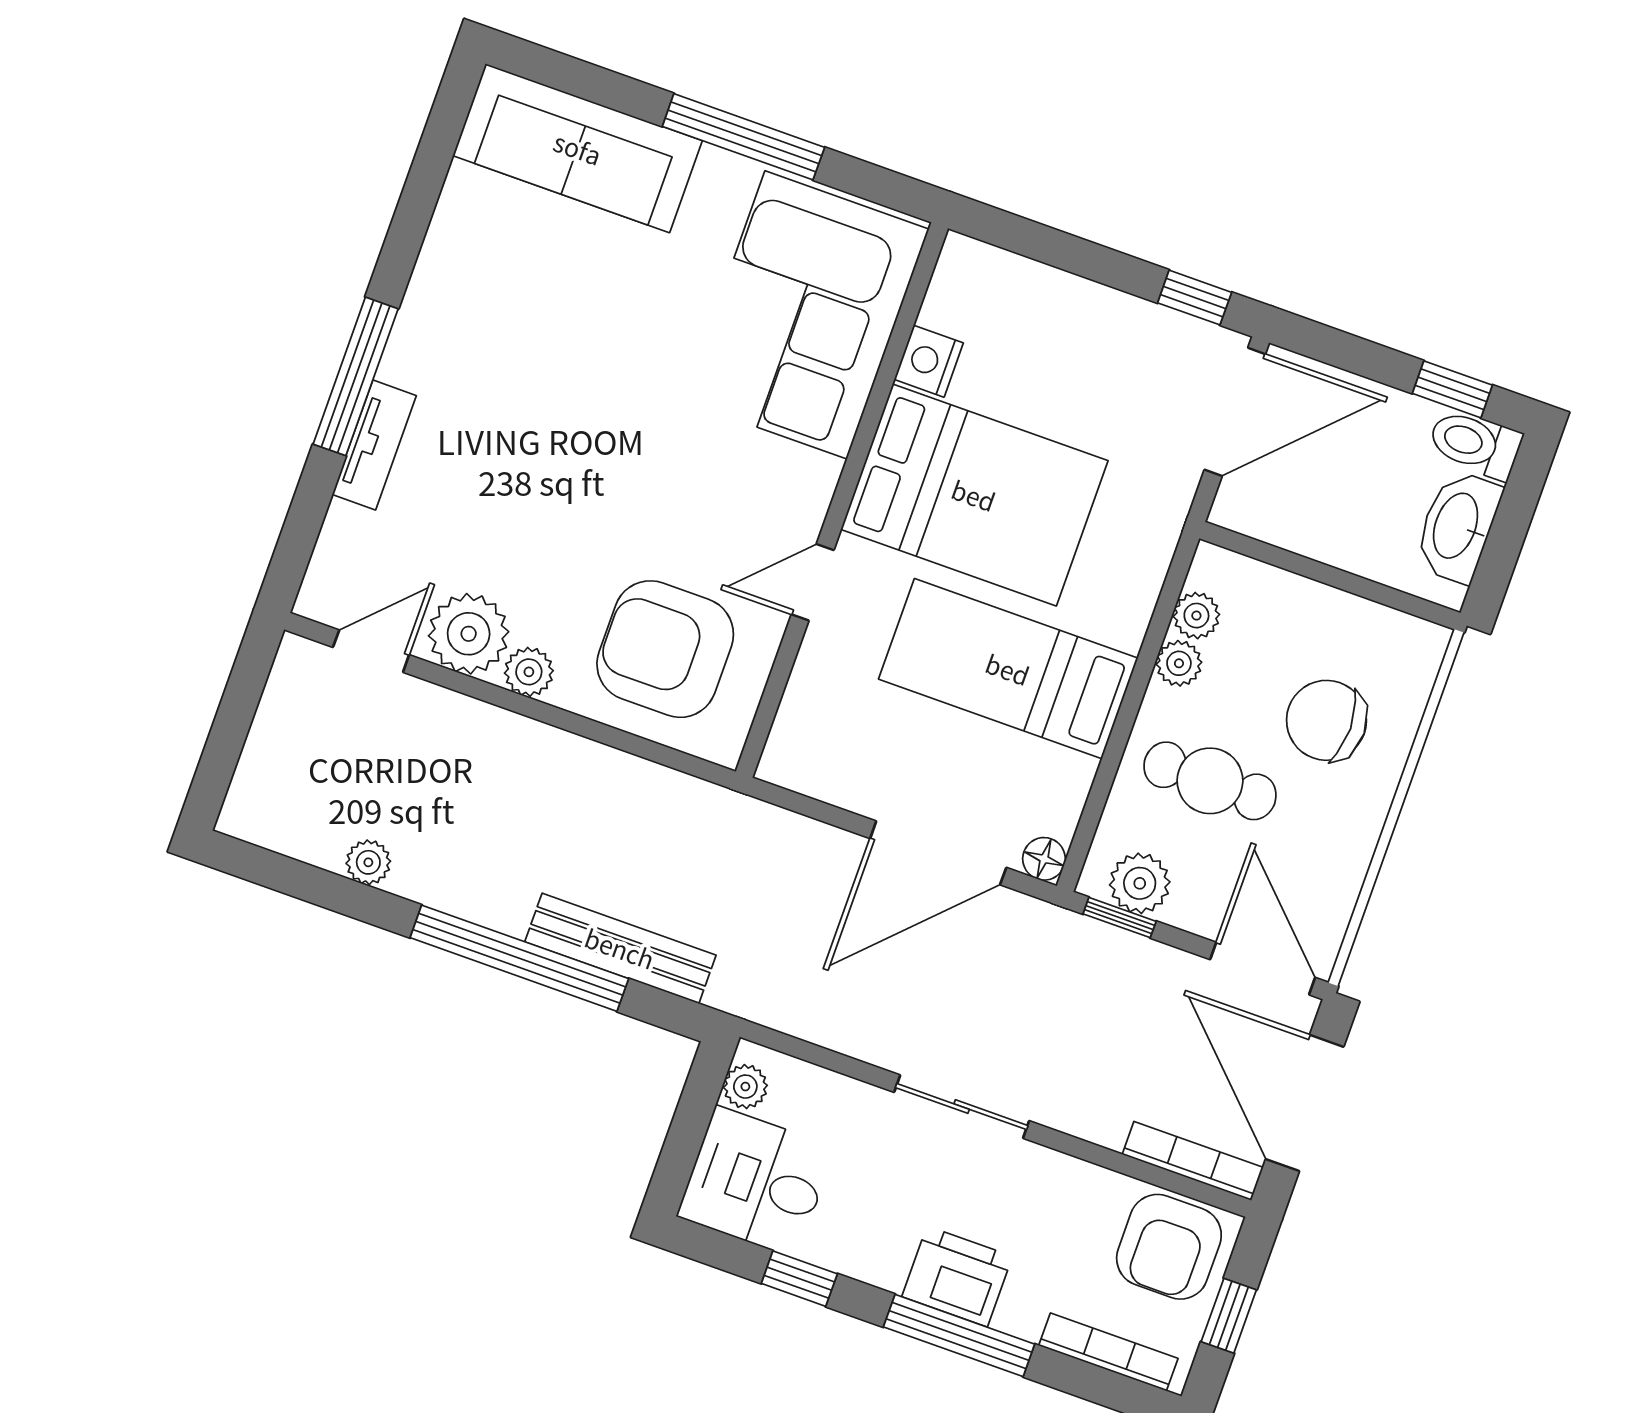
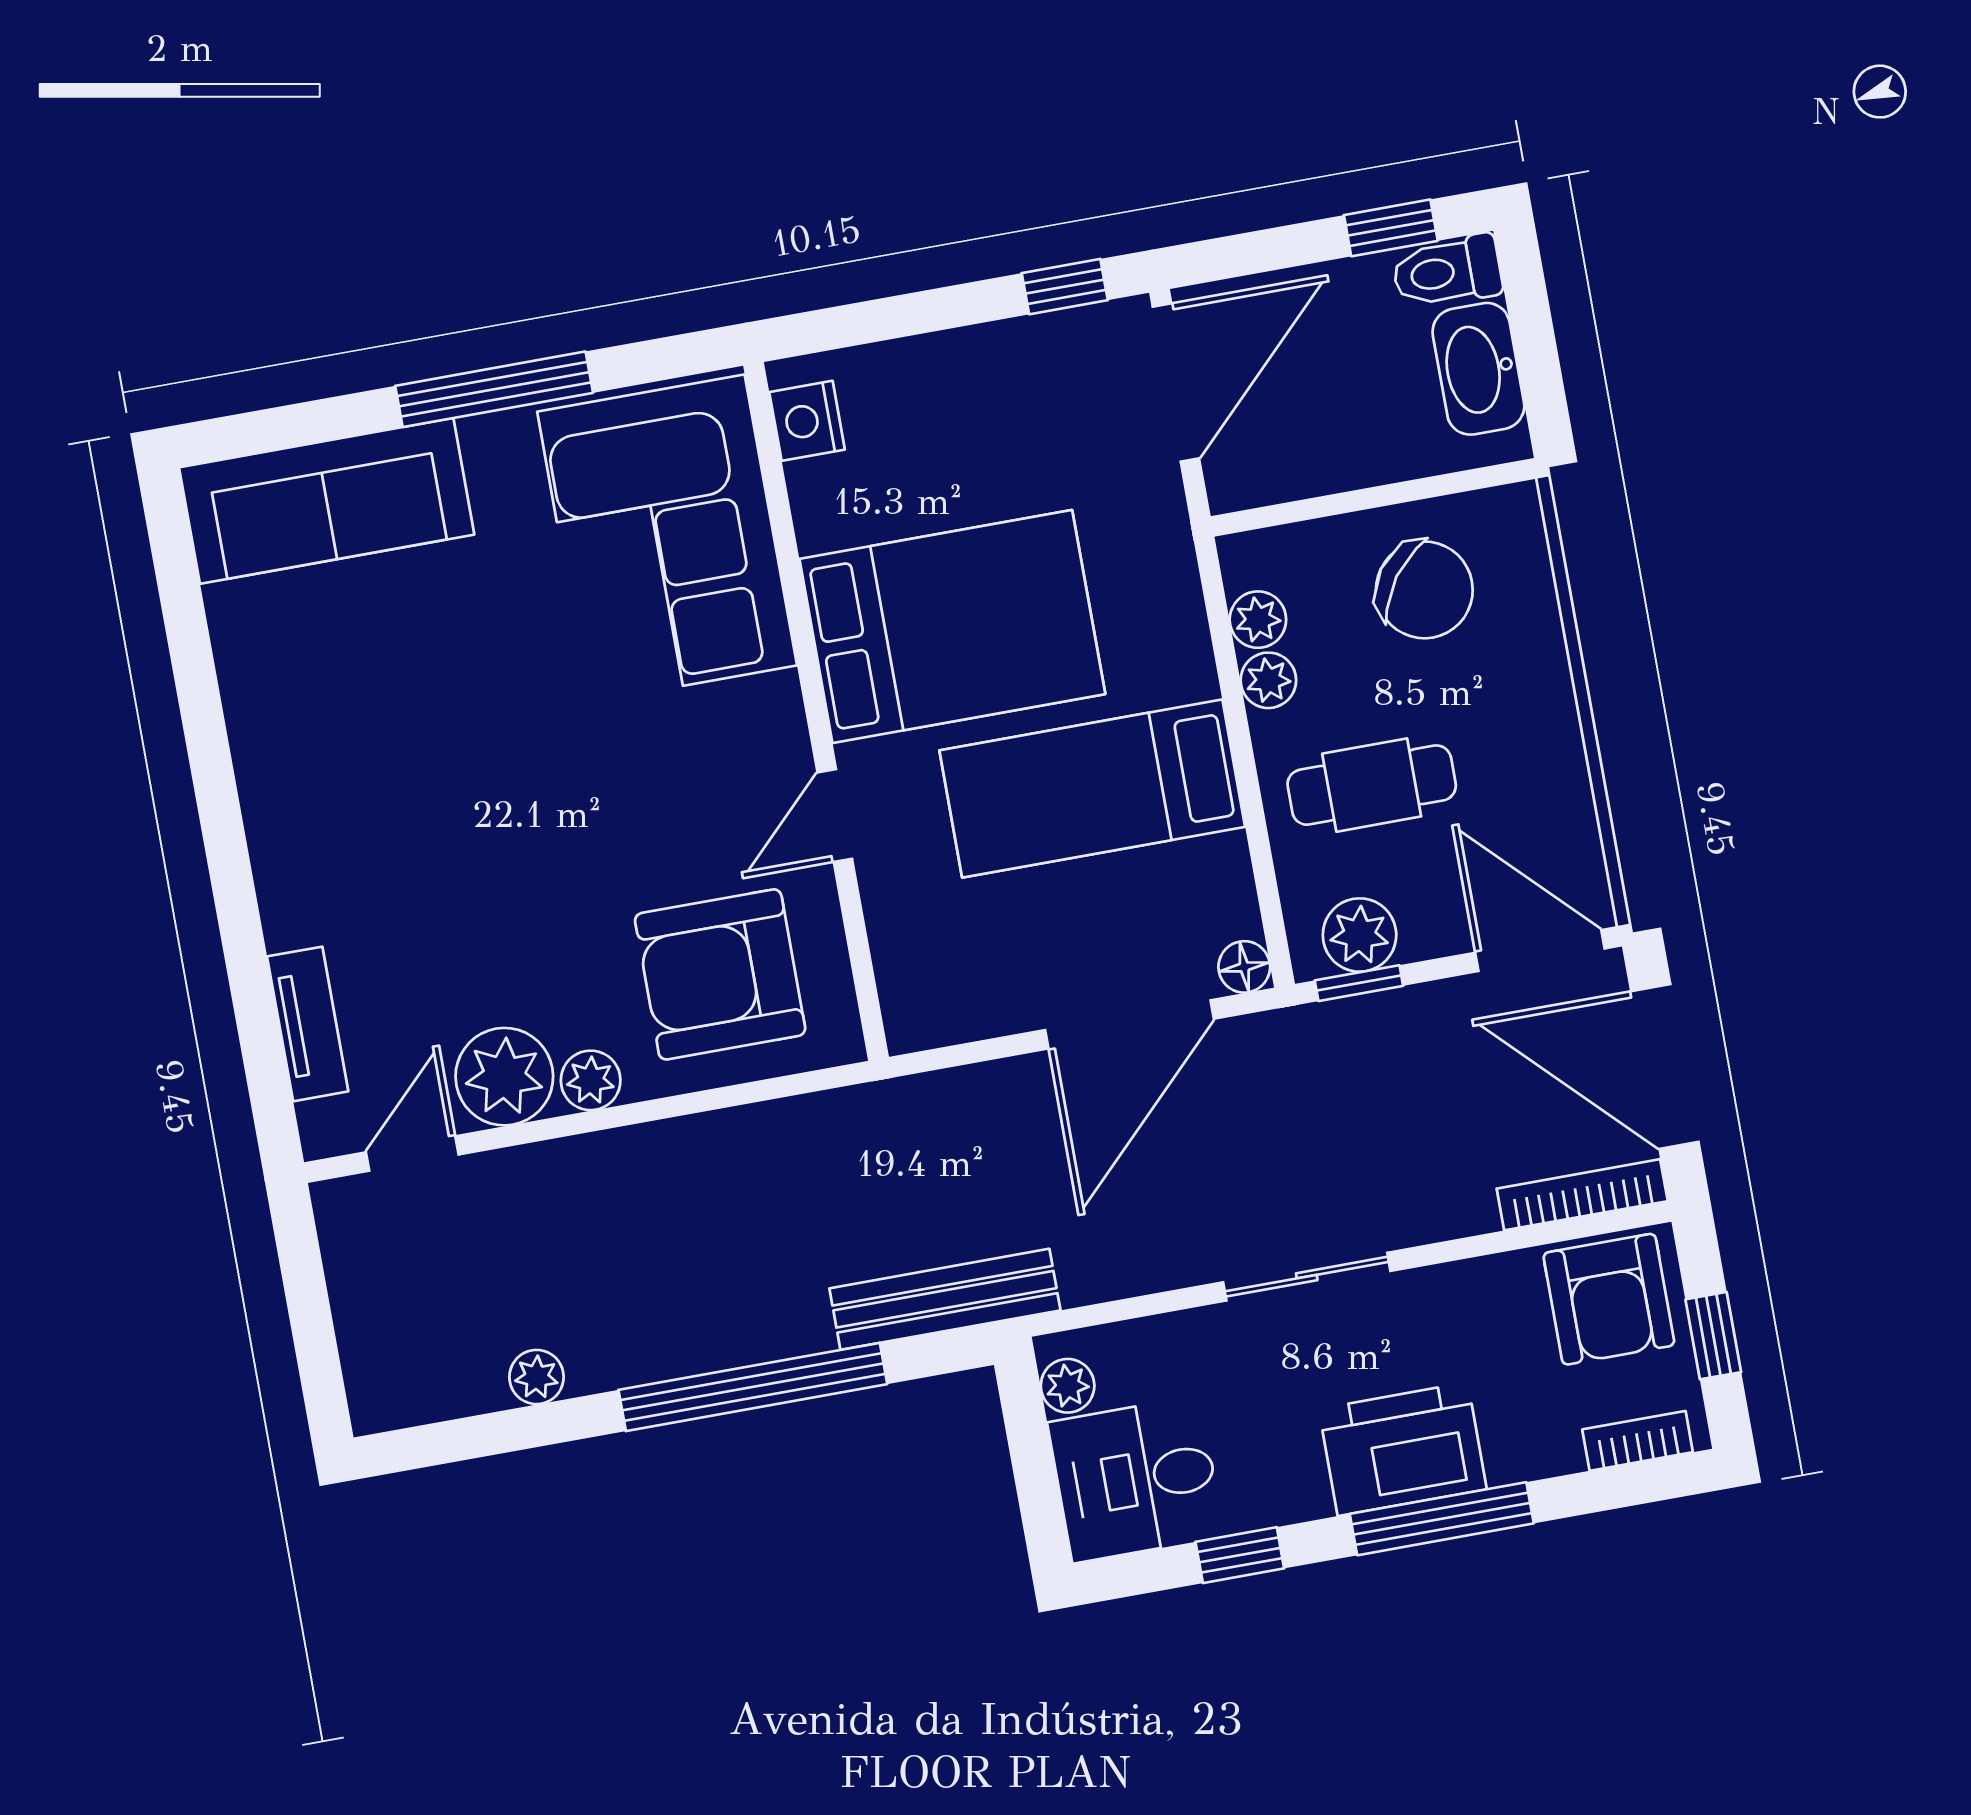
nightstand: (929, 361) -> (807, 421), moved
window: (356, 376) -> (231, 874), removed
tv unit: (374, 445) -> (308, 1024), moved
chair: (1327, 720) -> (1424, 590), moved, turned -144
bench: (620, 948) -> (945, 1299), moved
printer: (957, 1276) -> (1403, 1449), width x1.37, depth x1.19
bookcase: (1108, 1352) -> (1638, 1441), width x0.64

